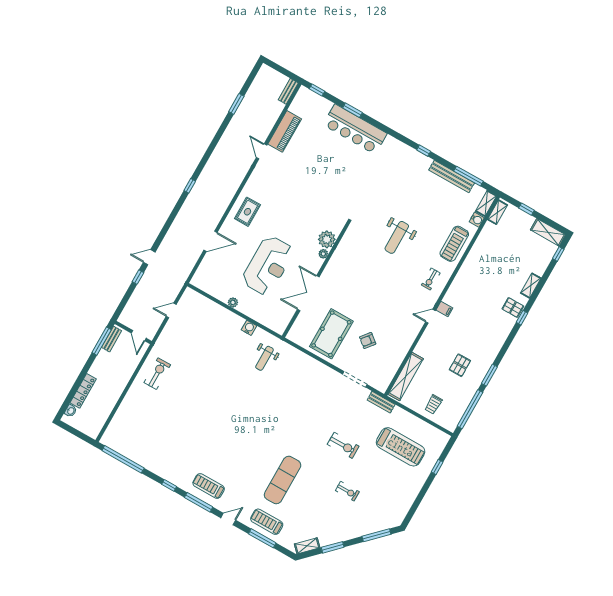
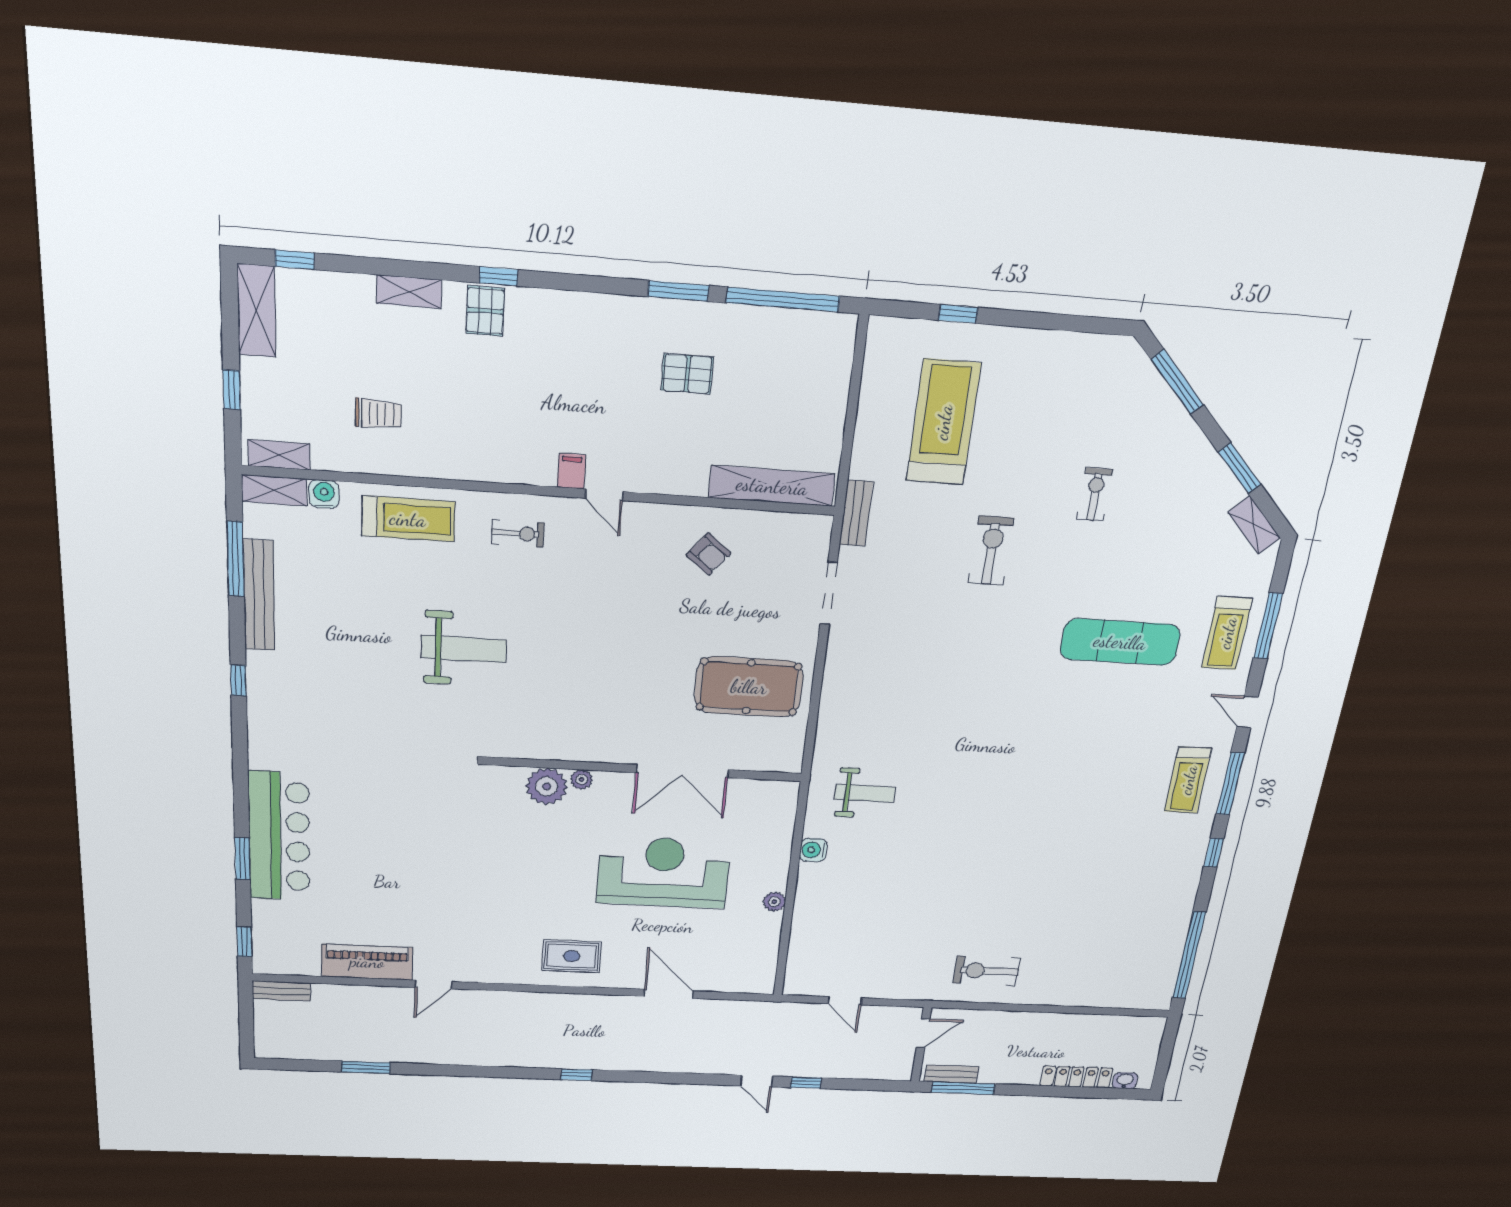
armchair: (368, 341) -> (709, 554), moved
trolley: (433, 404) -> (378, 414), moved

